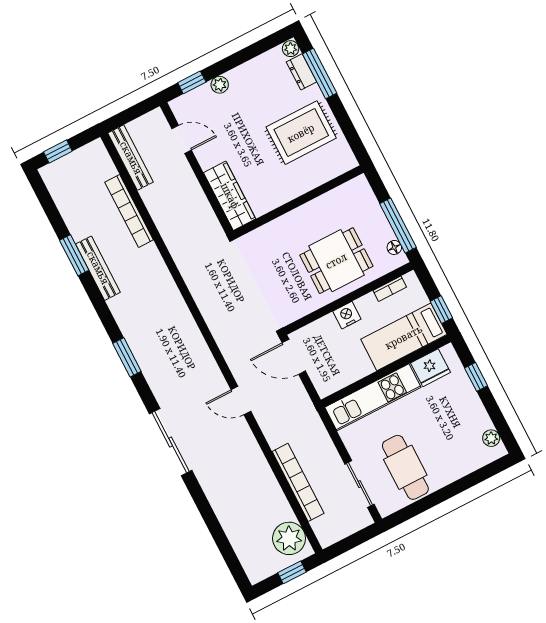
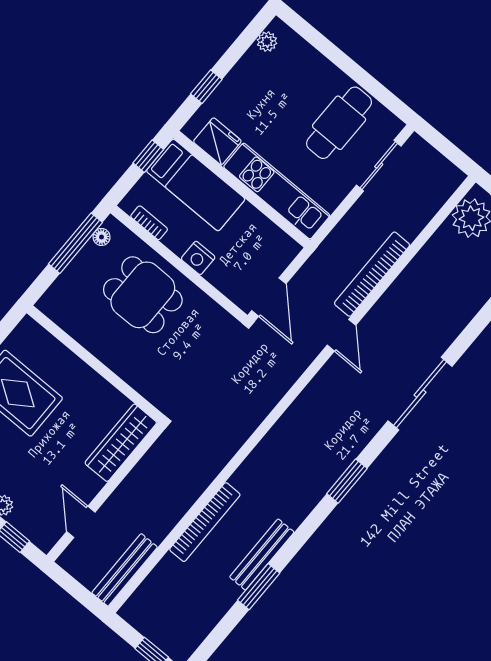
bookcase: (129, 211) -> (205, 522), moved
bookcase: (298, 482) -> (372, 274), moved

